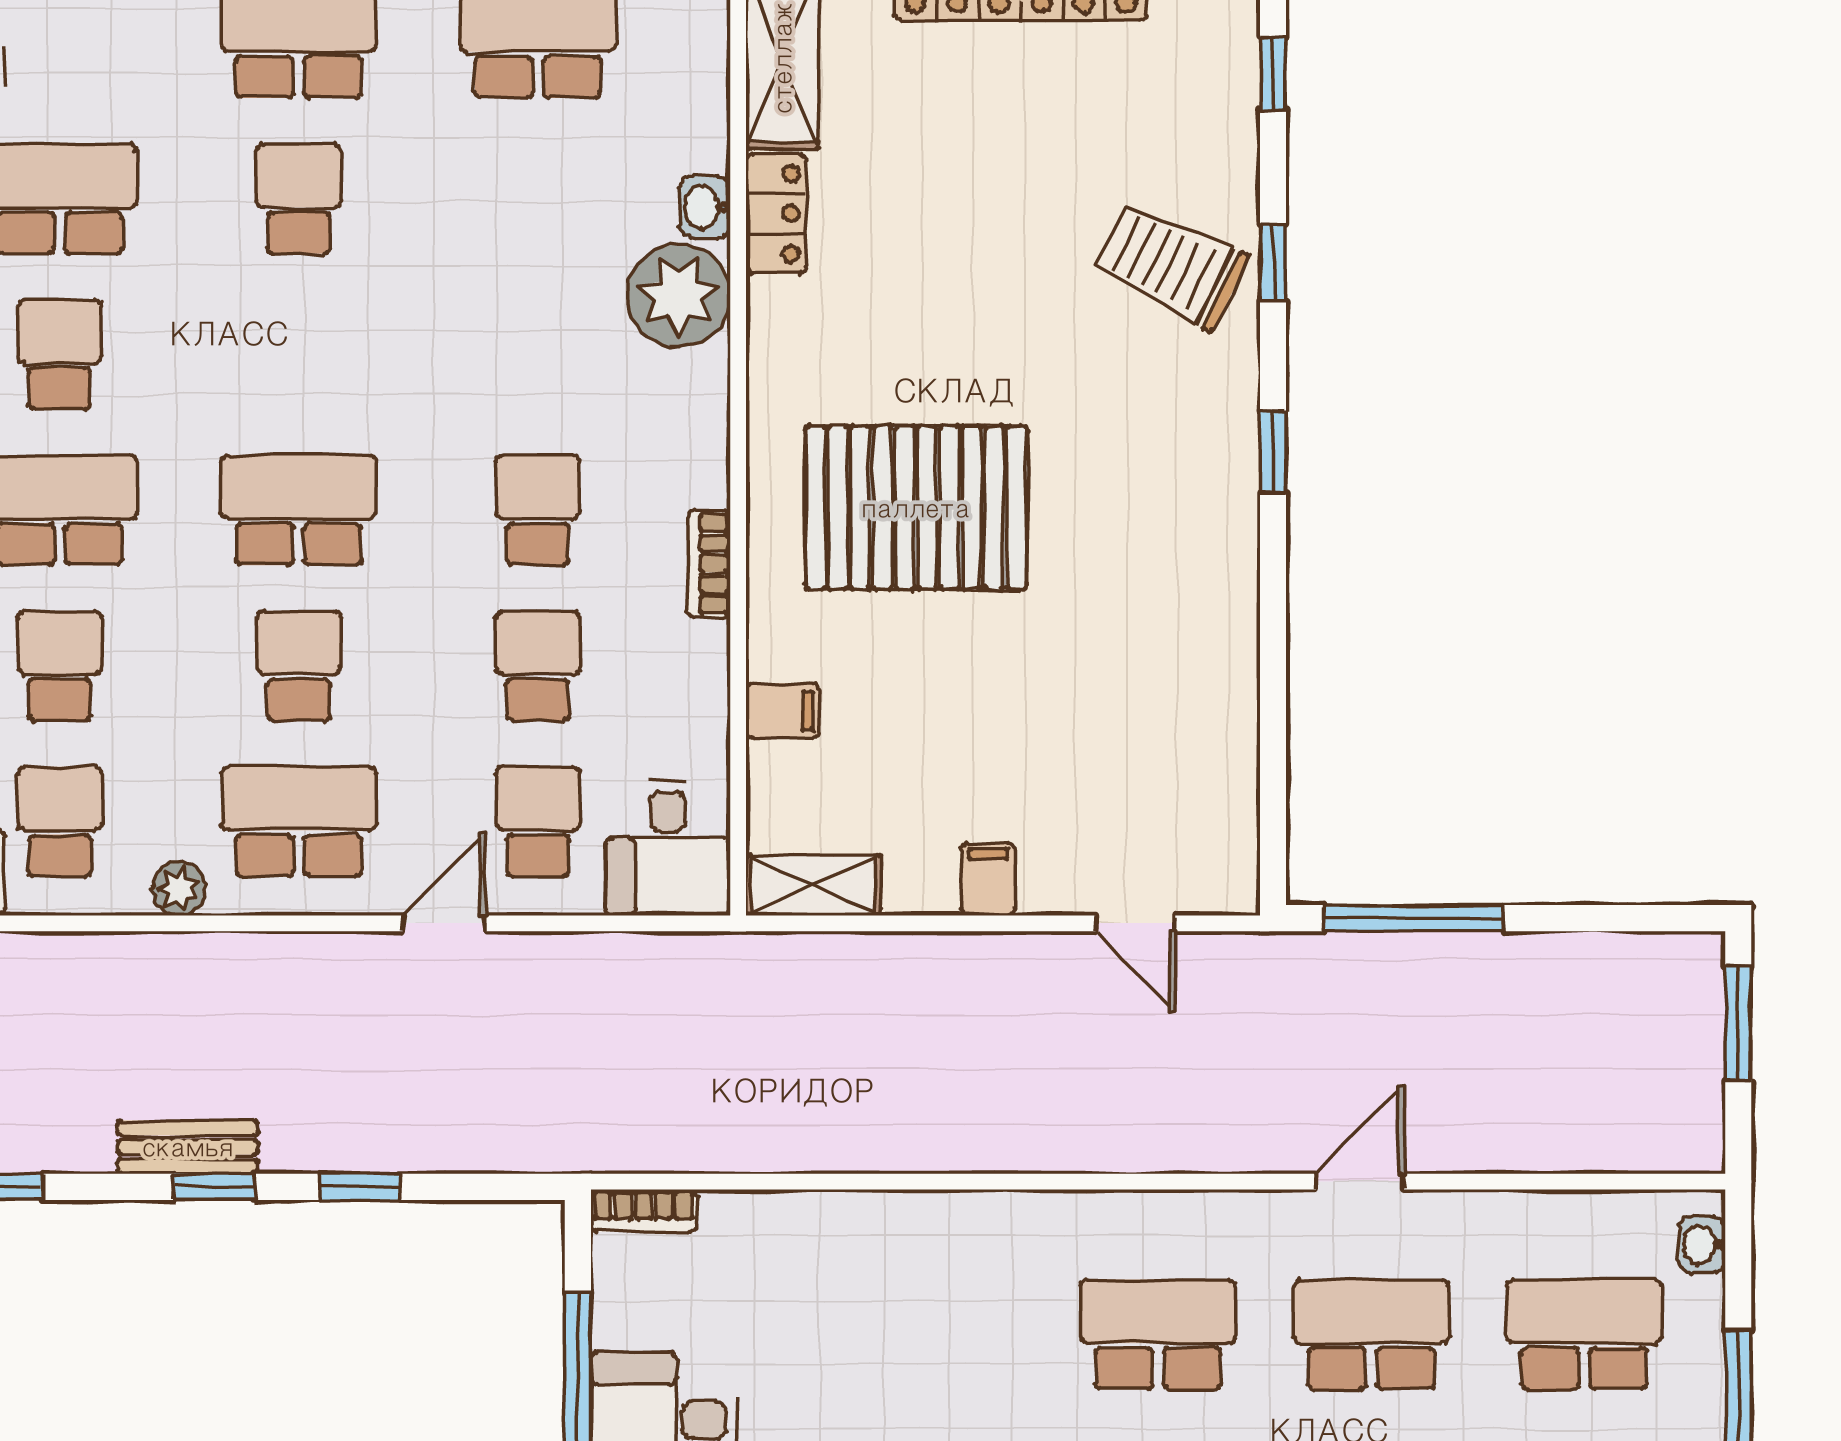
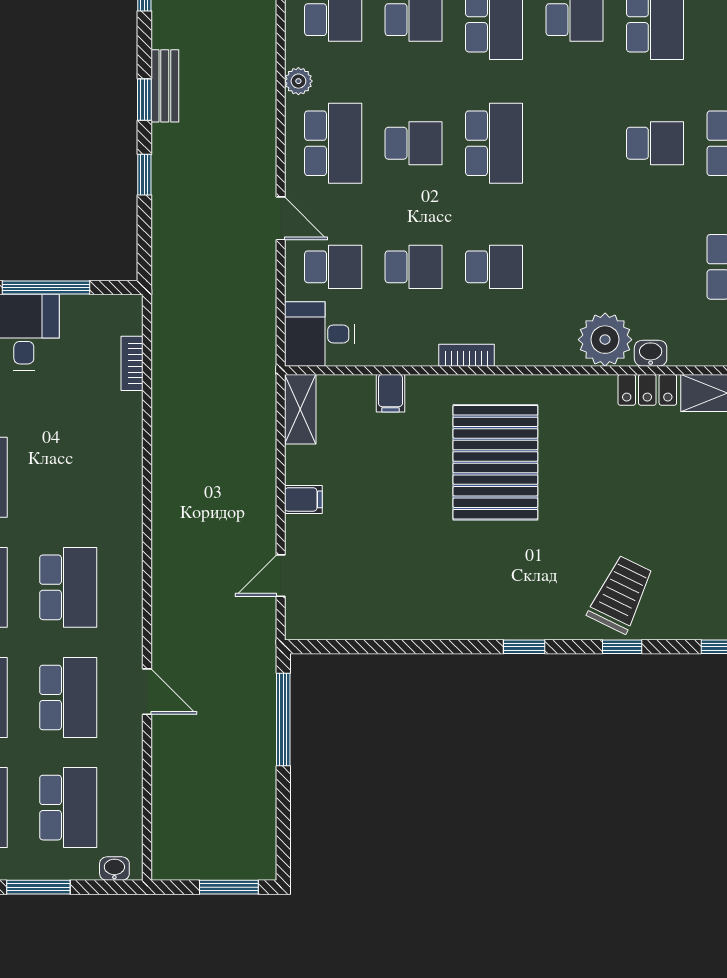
bookcase: (644, 1211) -> (132, 363), moved

